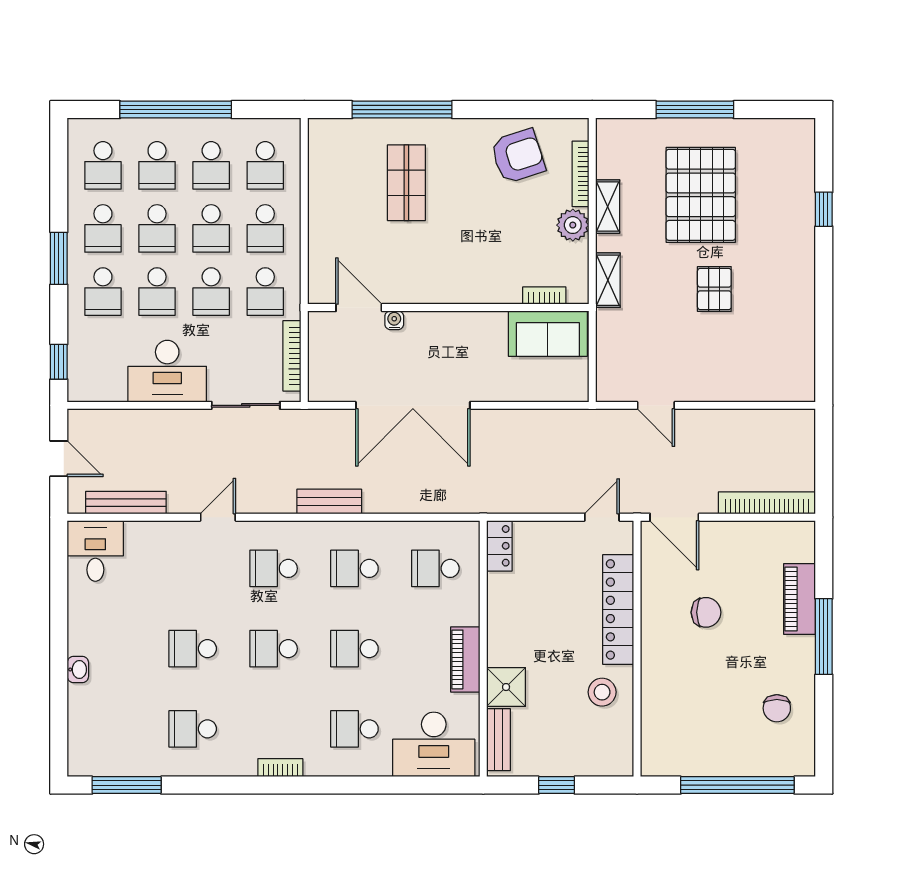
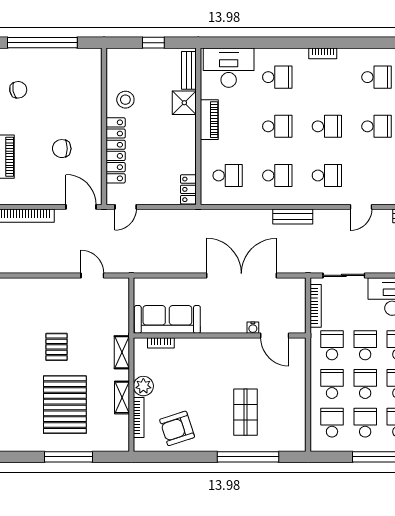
sofa: (548, 334) -> (167, 319), width x1.36
chair: (777, 708) -> (18, 90), turned 79

